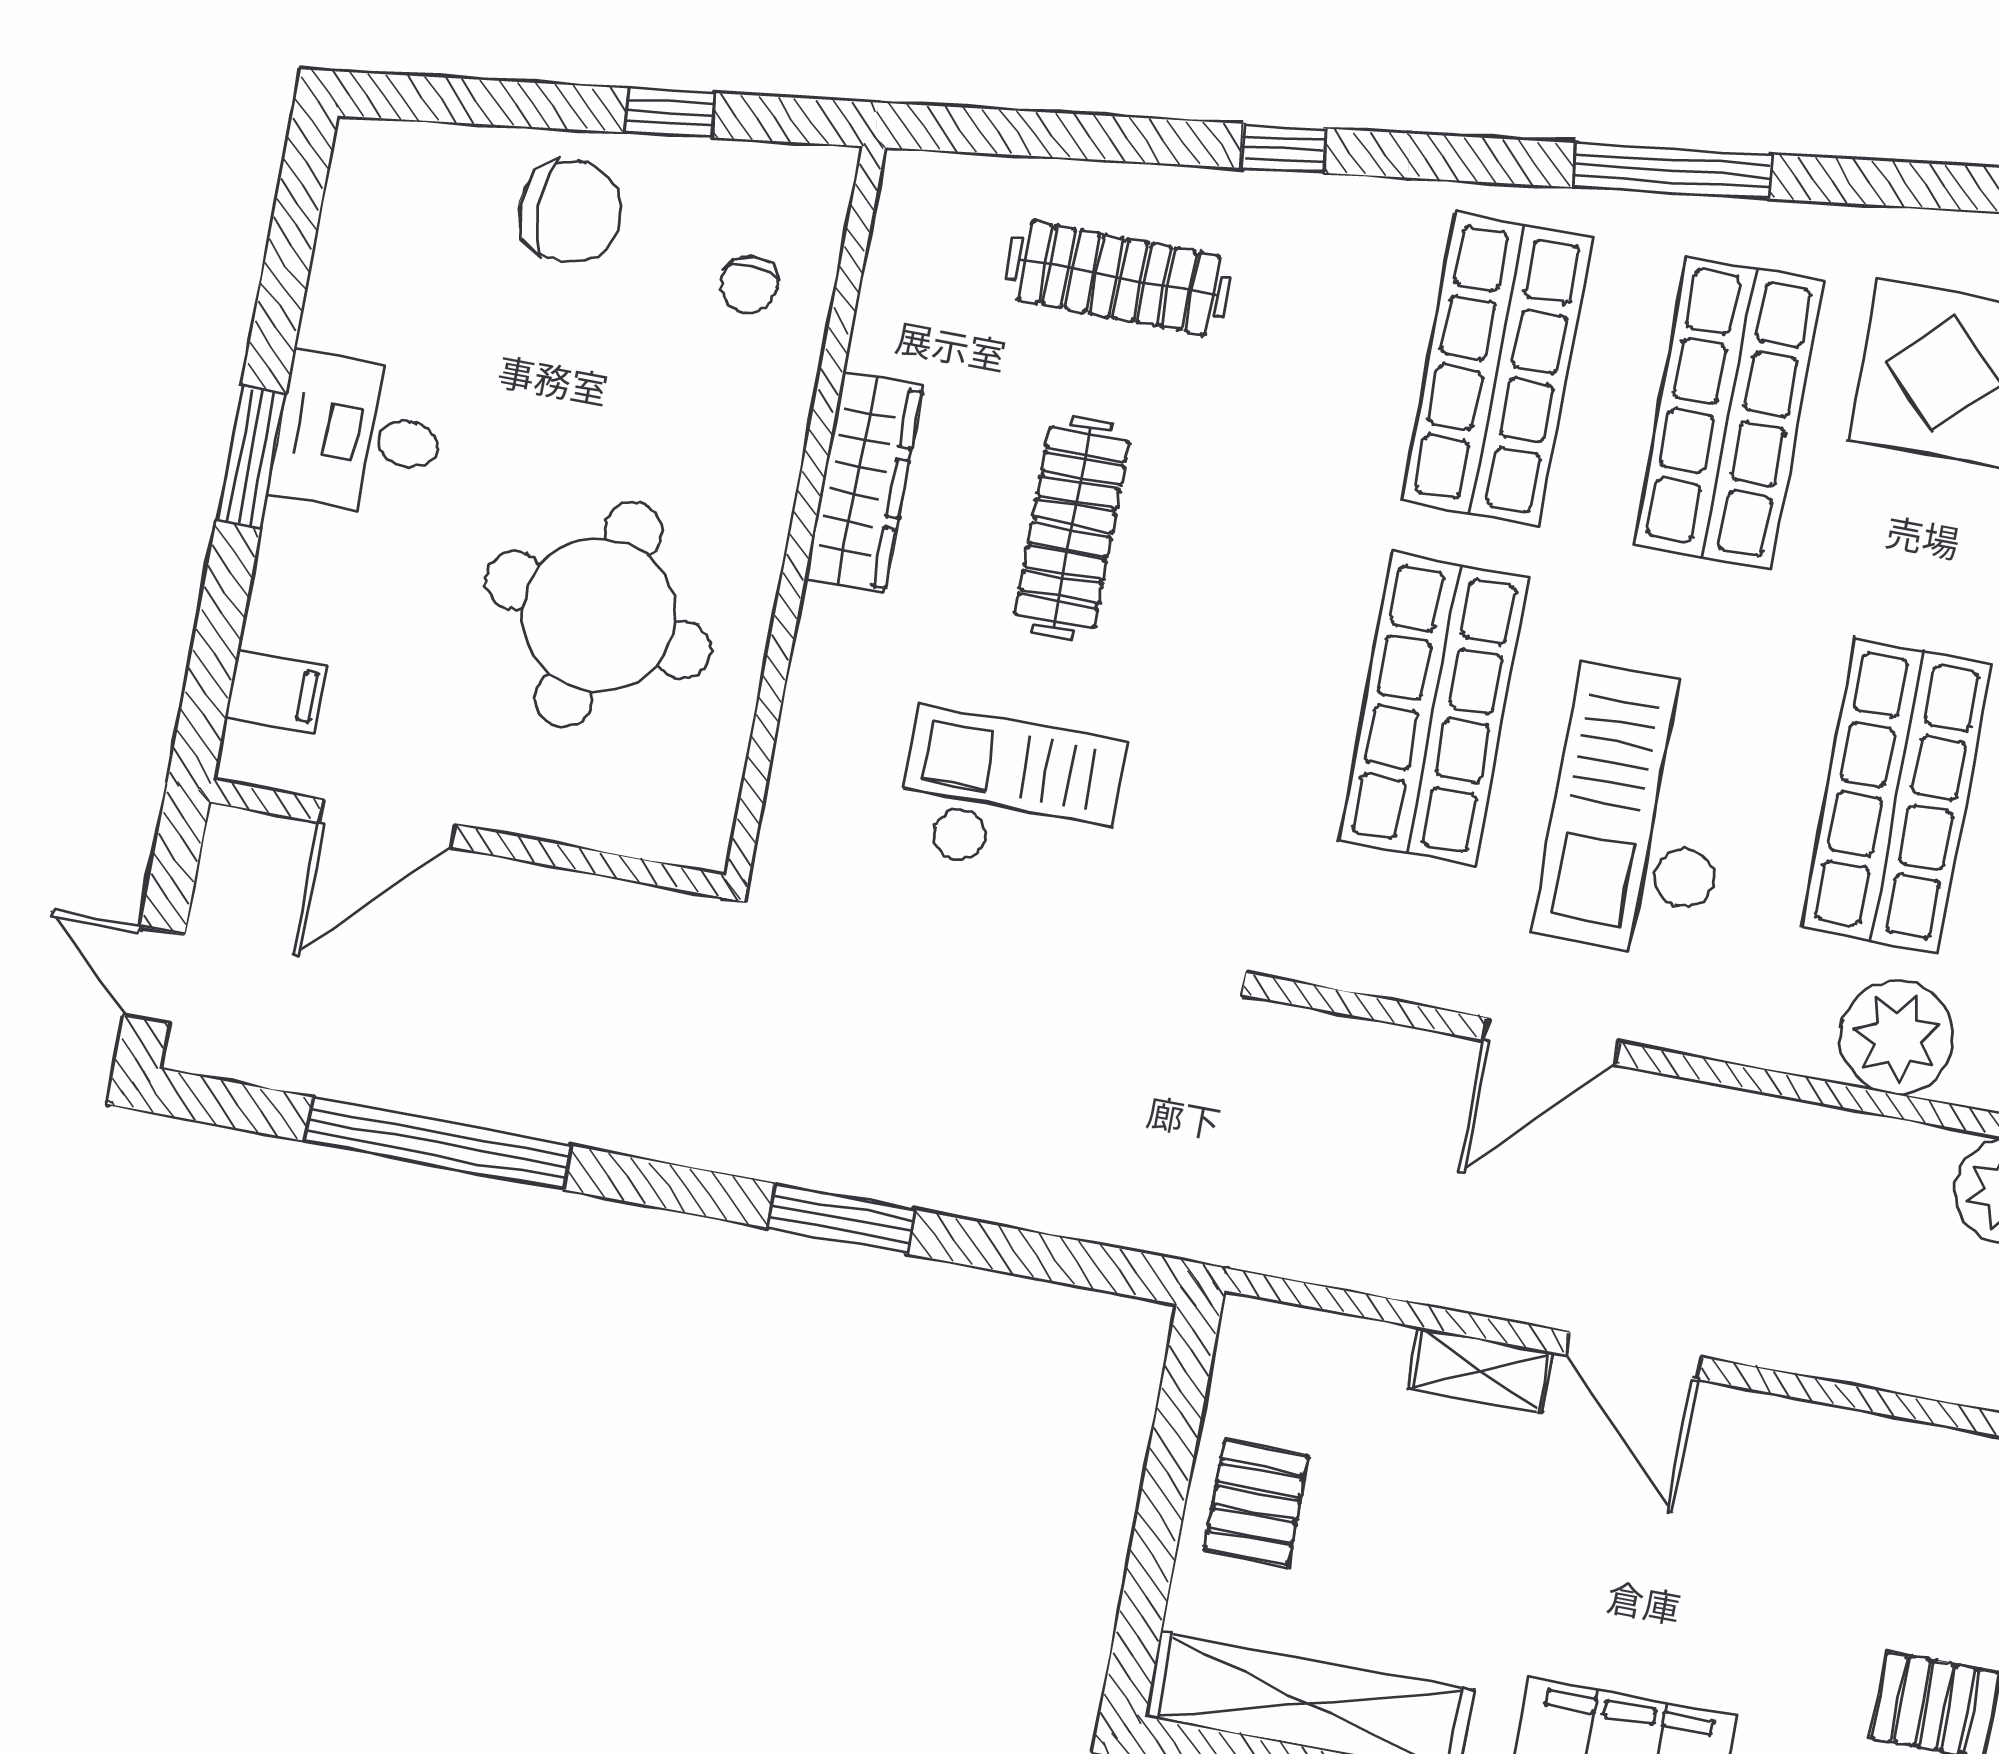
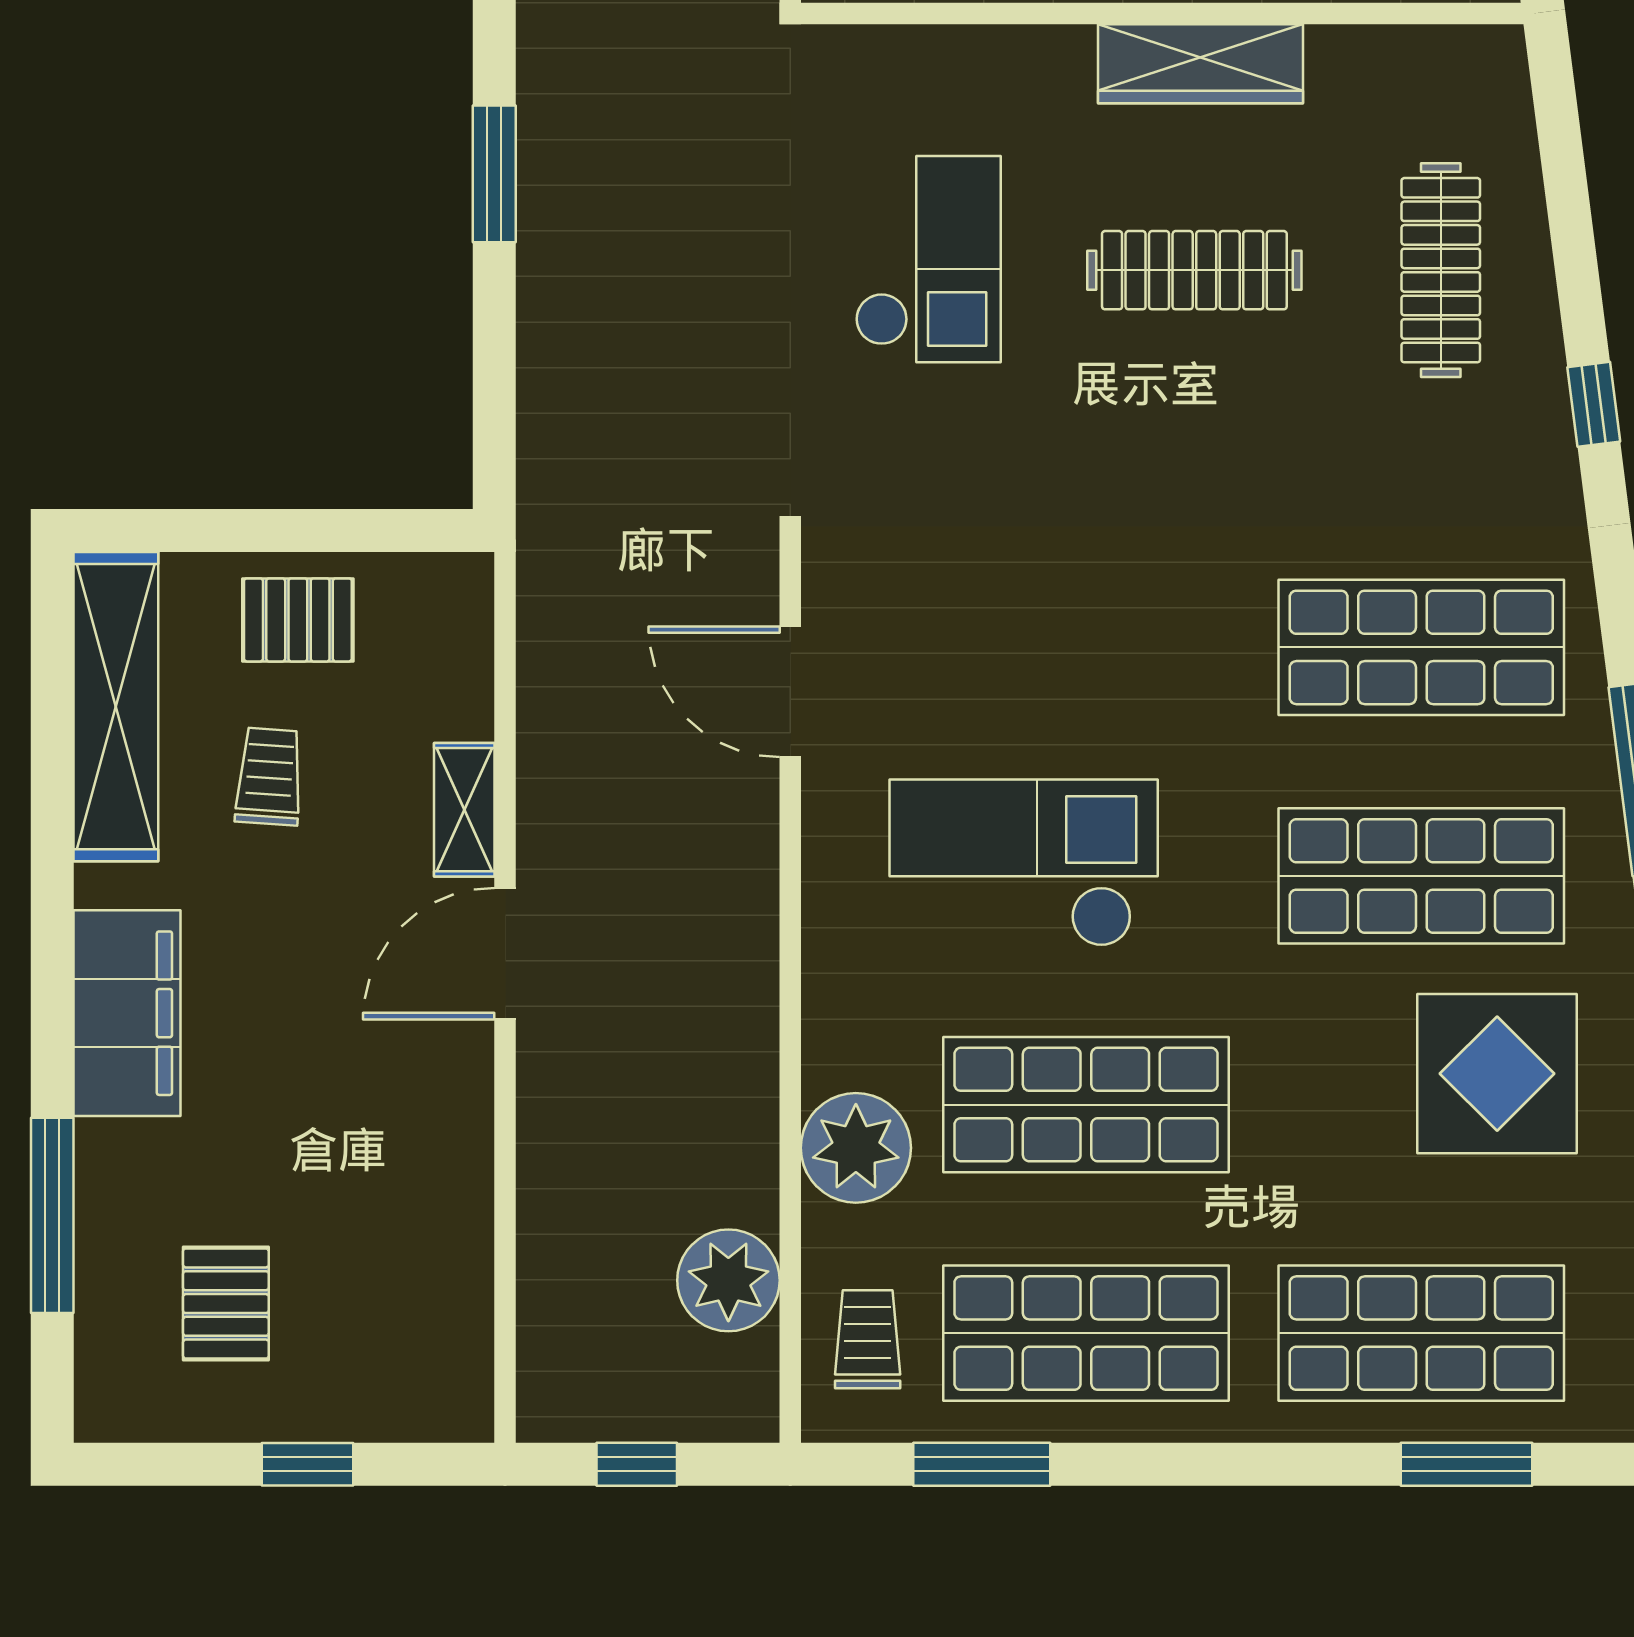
shop shelf: (1434, 709) -> (1086, 647), removed
door: (1551, 1041) -> (790, 692), moved
trolley: (1410, 1561) -> (269, 777), added

